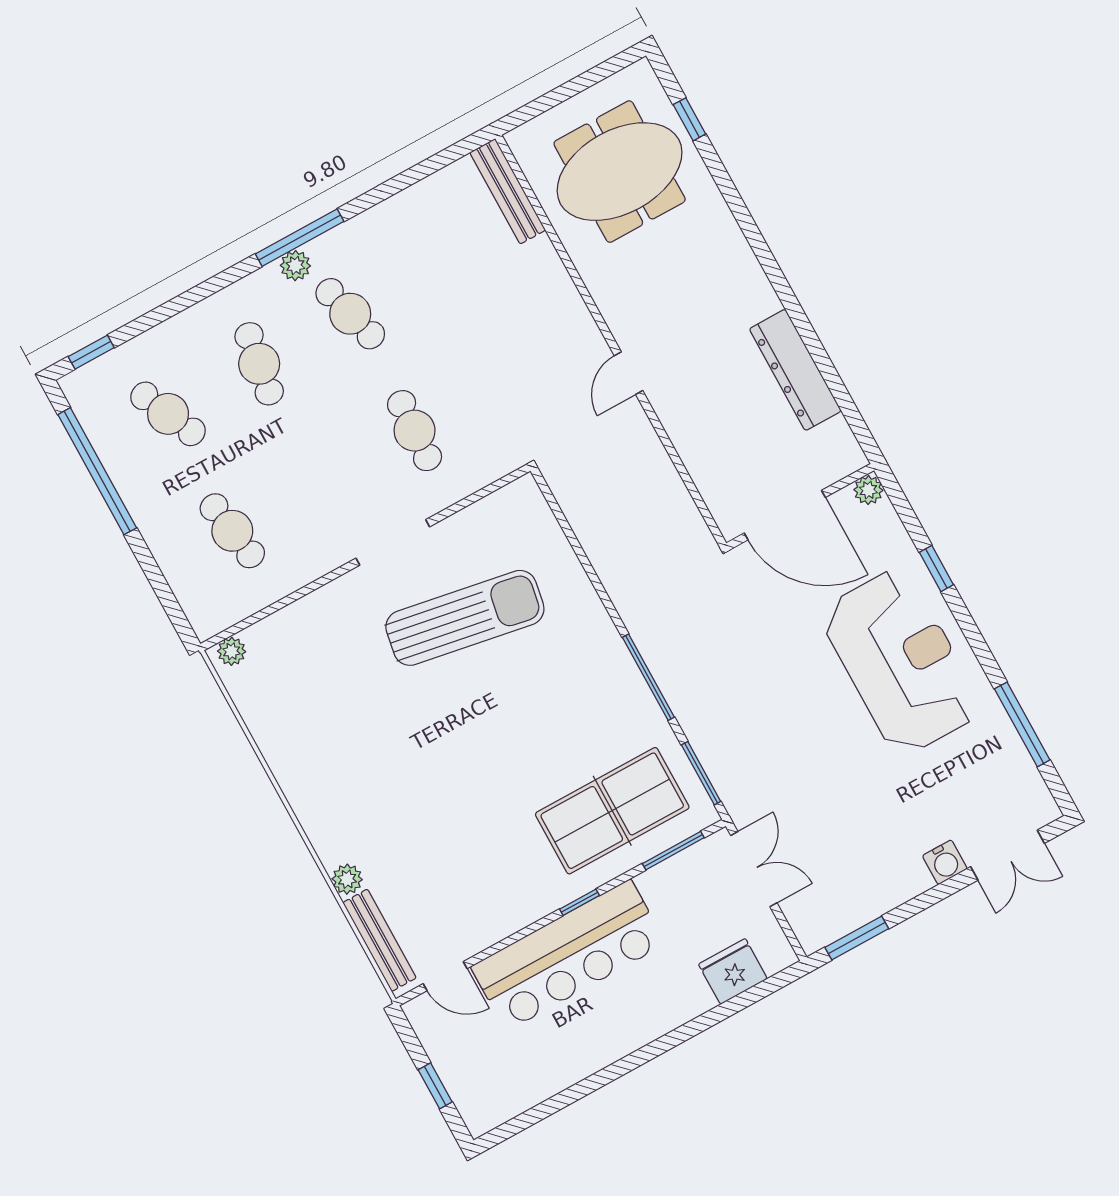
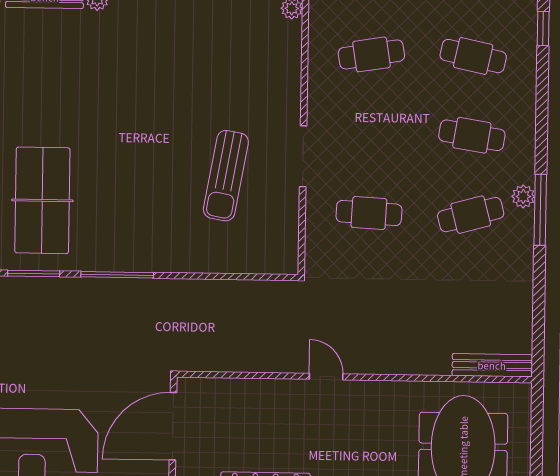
cafe table: (168, 414) -> (473, 56), turned 36
sun lounger: (465, 618) -> (226, 176), width x0.73, depth x0.75

